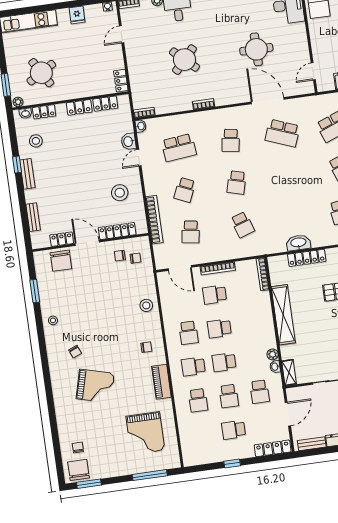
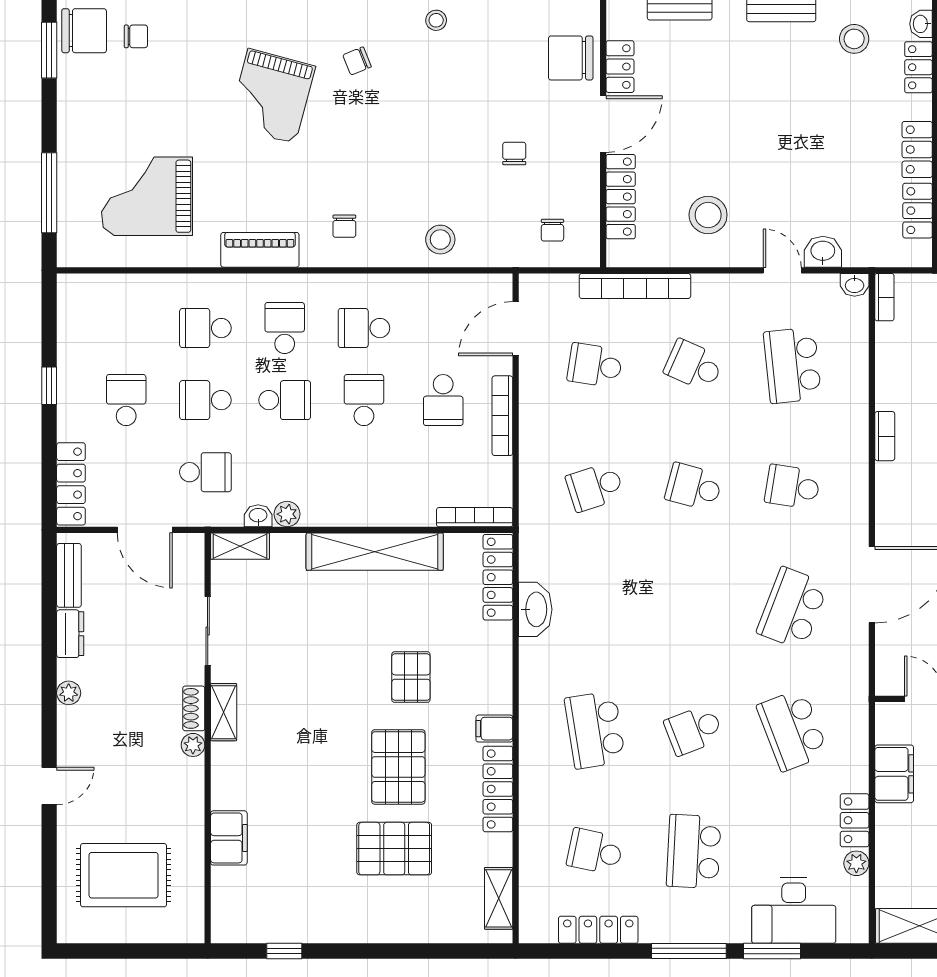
chair: (120, 256) -> (514, 154), moved
locker: (307, 258) -> (498, 577), moved
school desk: (215, 295) -> (443, 400), turned 180
school desk: (224, 362) -> (285, 400), turned 90
school desk: (260, 392) -> (205, 472), turned 180

